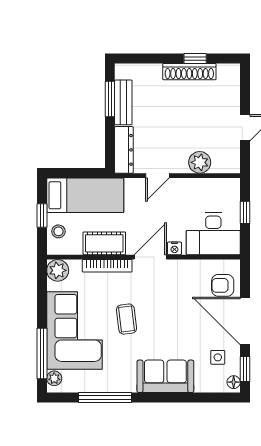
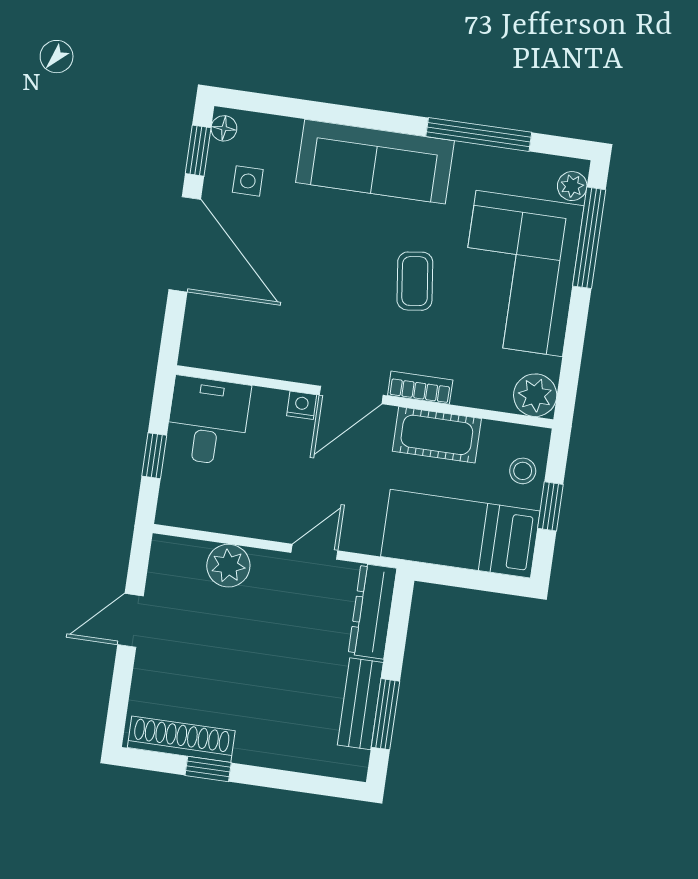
shoe rack: (189, 72) -> (181, 739), moved
desk: (213, 234) -> (208, 421), width x0.73
bookcase: (107, 266) -> (420, 388), width x0.64
armchair: (223, 285) -> (218, 320), removed
sofa: (165, 376) -> (375, 162), width x1.36

